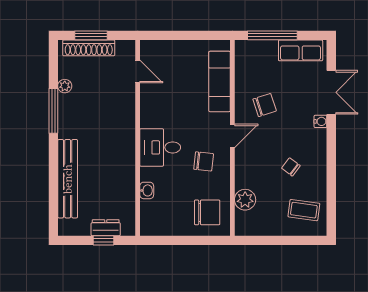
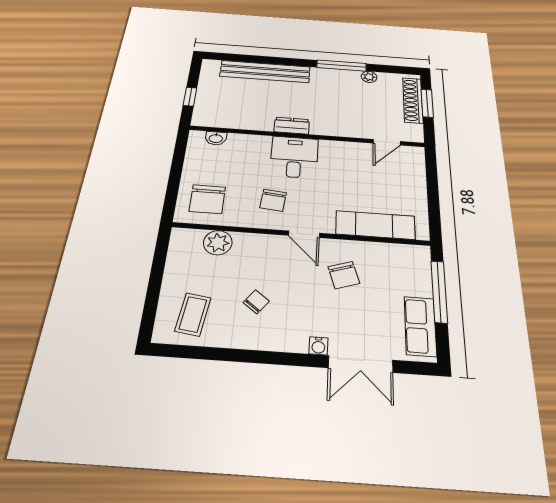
washbasin: (147, 190) -> (216, 138), moved
dresser: (106, 228) -> (292, 126), moved, turned -90

